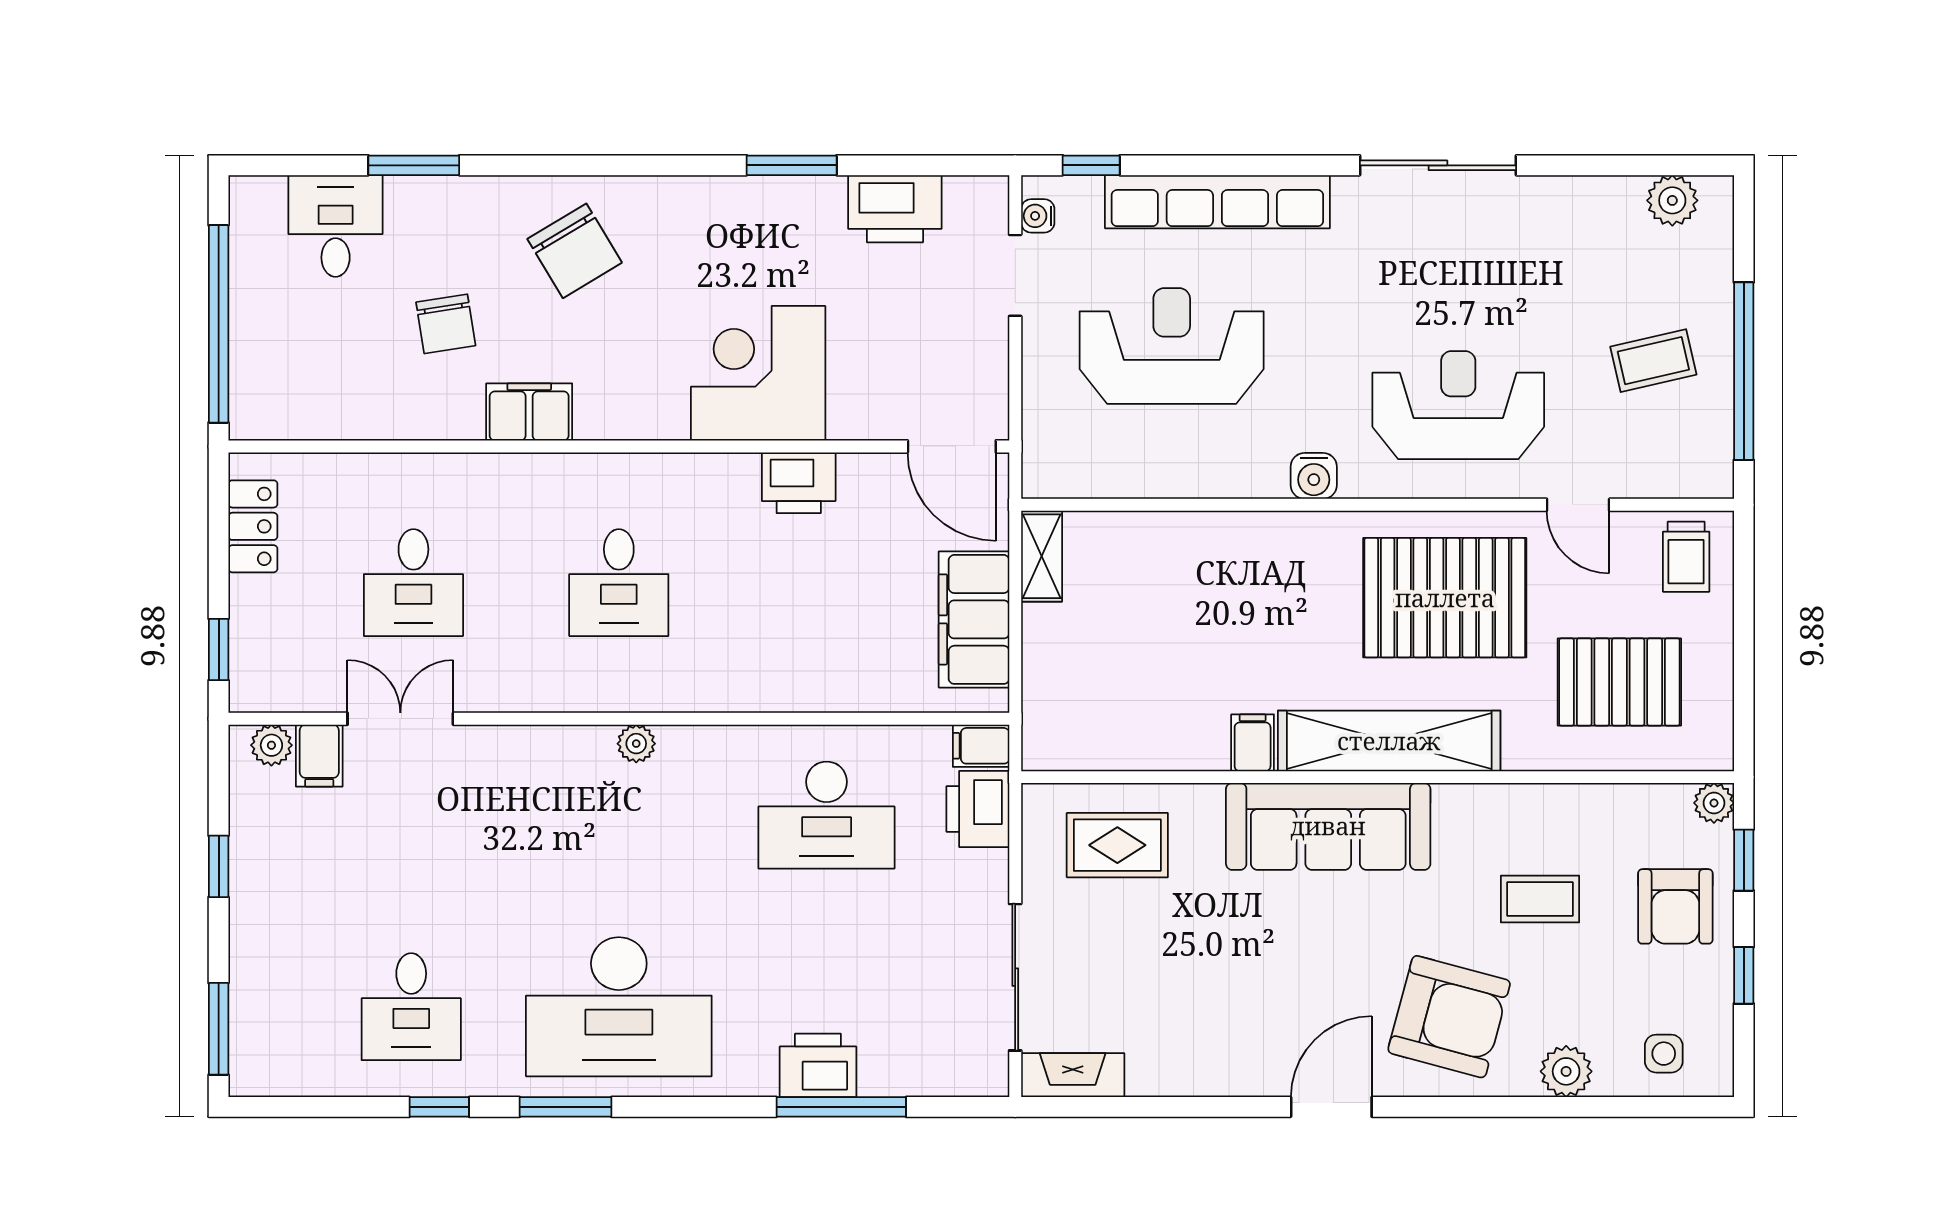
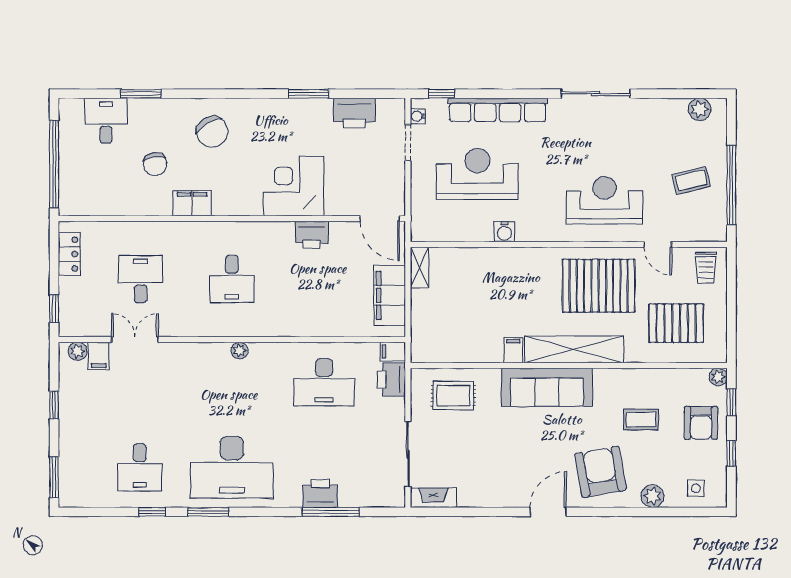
water cooler: (1314, 476) -> (504, 232), moved
desk: (413, 583) -> (141, 279), turned 180
armchair: (1449, 1017) -> (601, 472), turned -115

